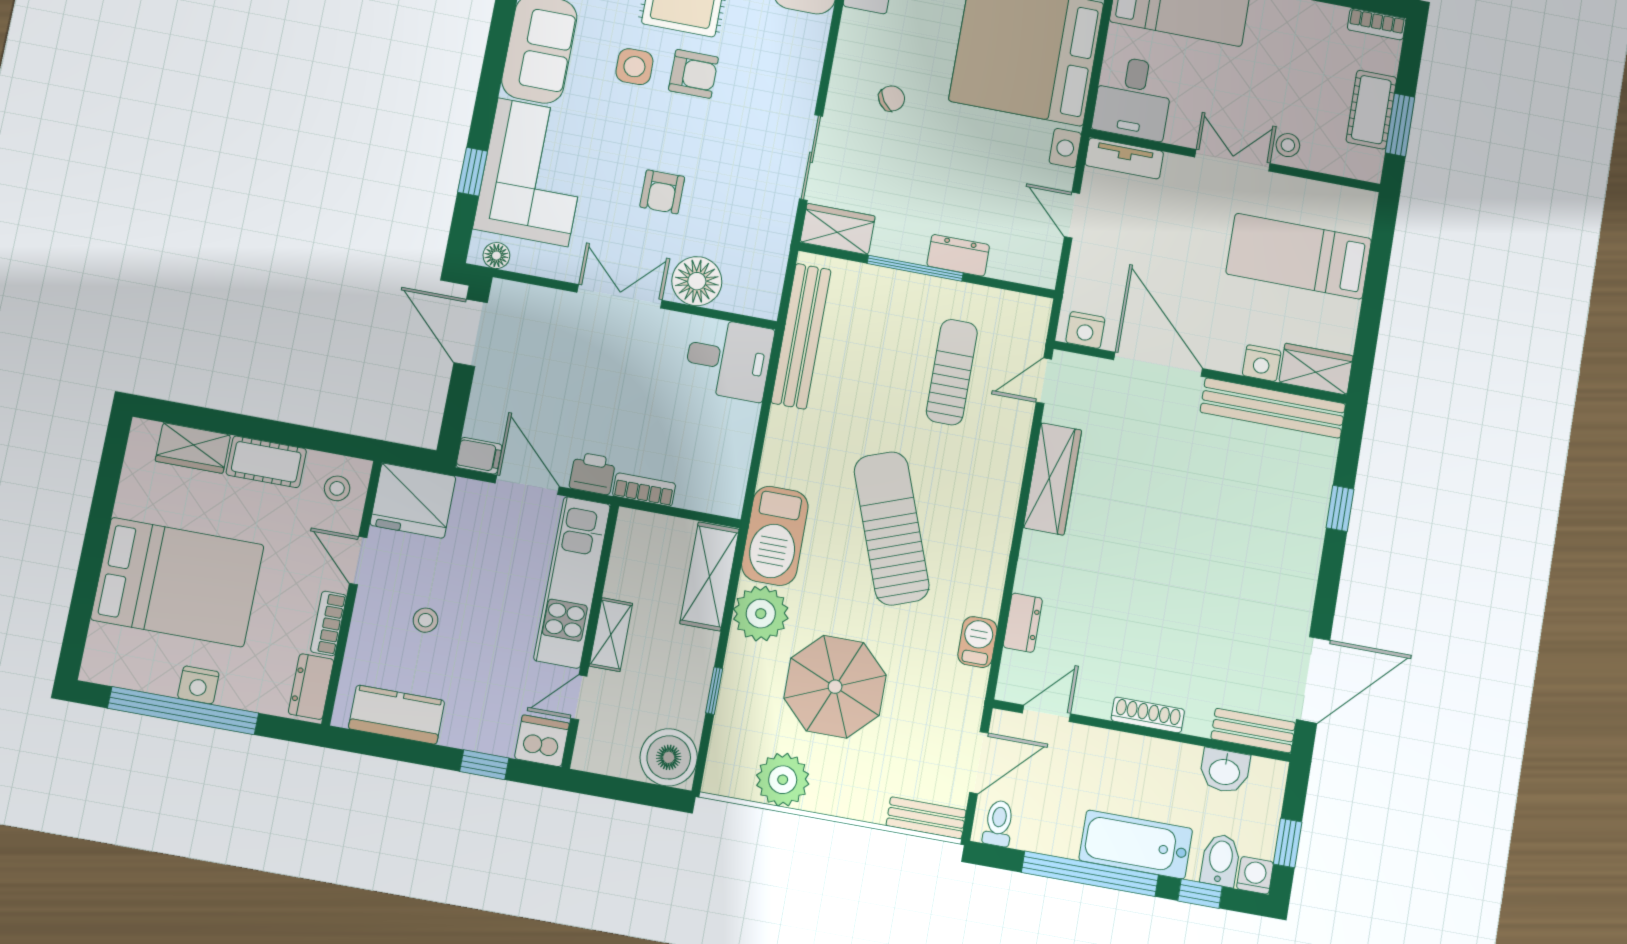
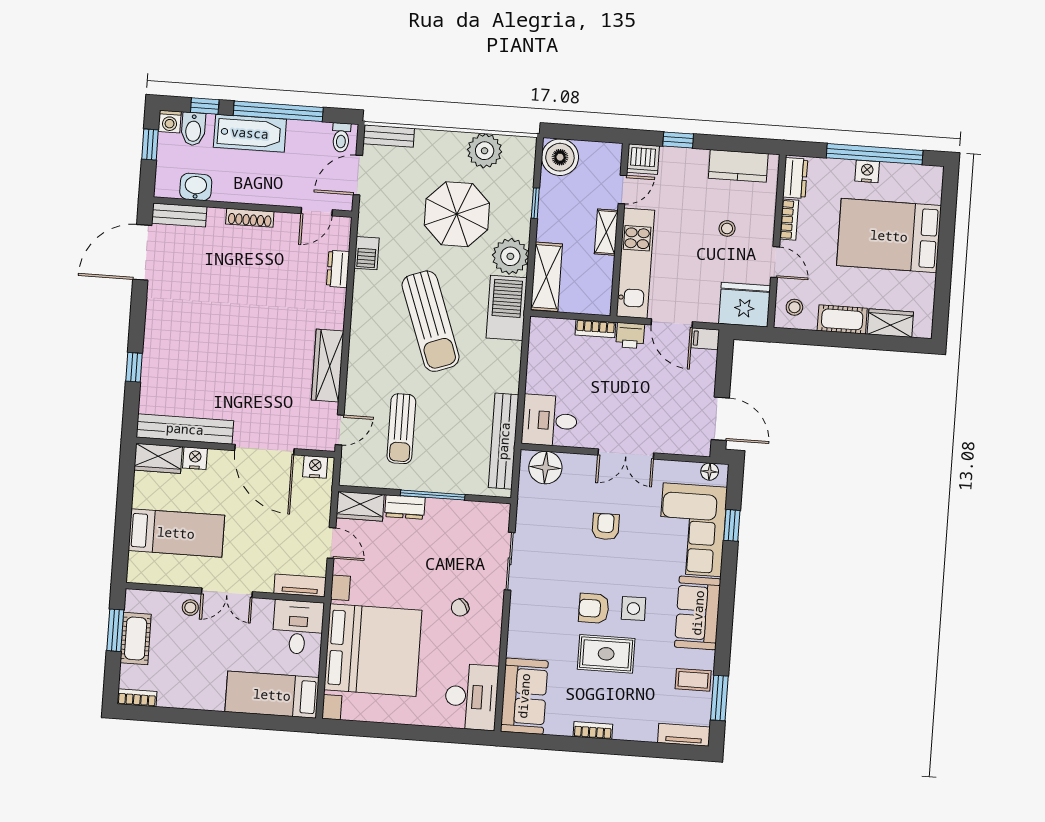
wardrobe: (838, 229) -> (360, 506), moved
floor lamp: (697, 281) -> (545, 468), moved

